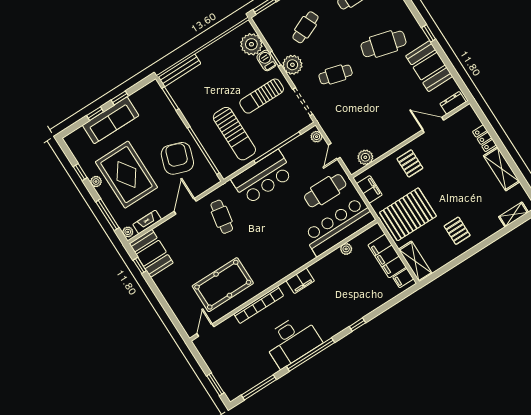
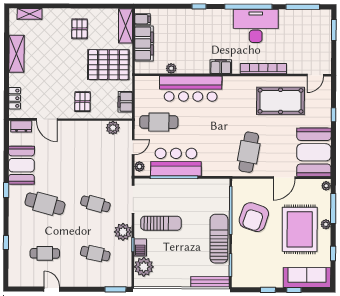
cafe table: (305, 27) -> (95, 254), turned 36
sofa: (111, 120) -> (307, 278), moved
sun lounger: (234, 134) -> (219, 239), moved
locker: (484, 138) -> (15, 98), moved
bar counter: (263, 177) -> (176, 162), moved
plant: (96, 181) -> (326, 224), moved
door: (185, 206) -> (284, 178), moved
cafe table: (222, 217) -> (249, 152), width x1.37, depth x1.35
fireplace: (147, 222) -> (307, 184), removed
bar counter: (339, 227) -> (191, 89), moved
booth: (151, 253) -> (314, 152), width x1.36, depth x1.42
window: (140, 265) -> (334, 115), moved

